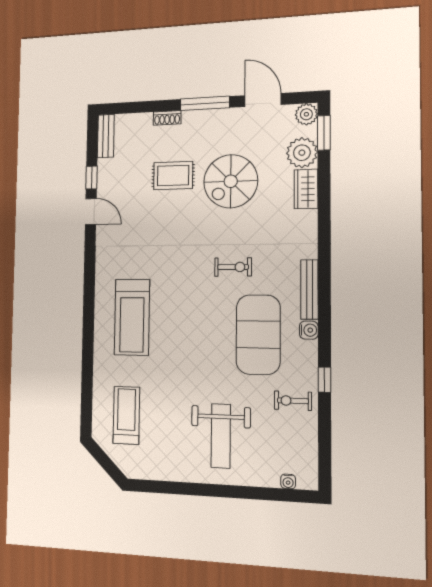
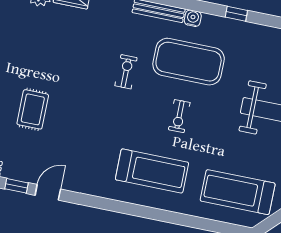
spiral stairs: (231, 181) -> (50, 59), removed
exercise bike: (293, 401) -> (179, 116), moved
treadmill: (126, 415) -> (238, 192), width x1.37, depth x1.38

